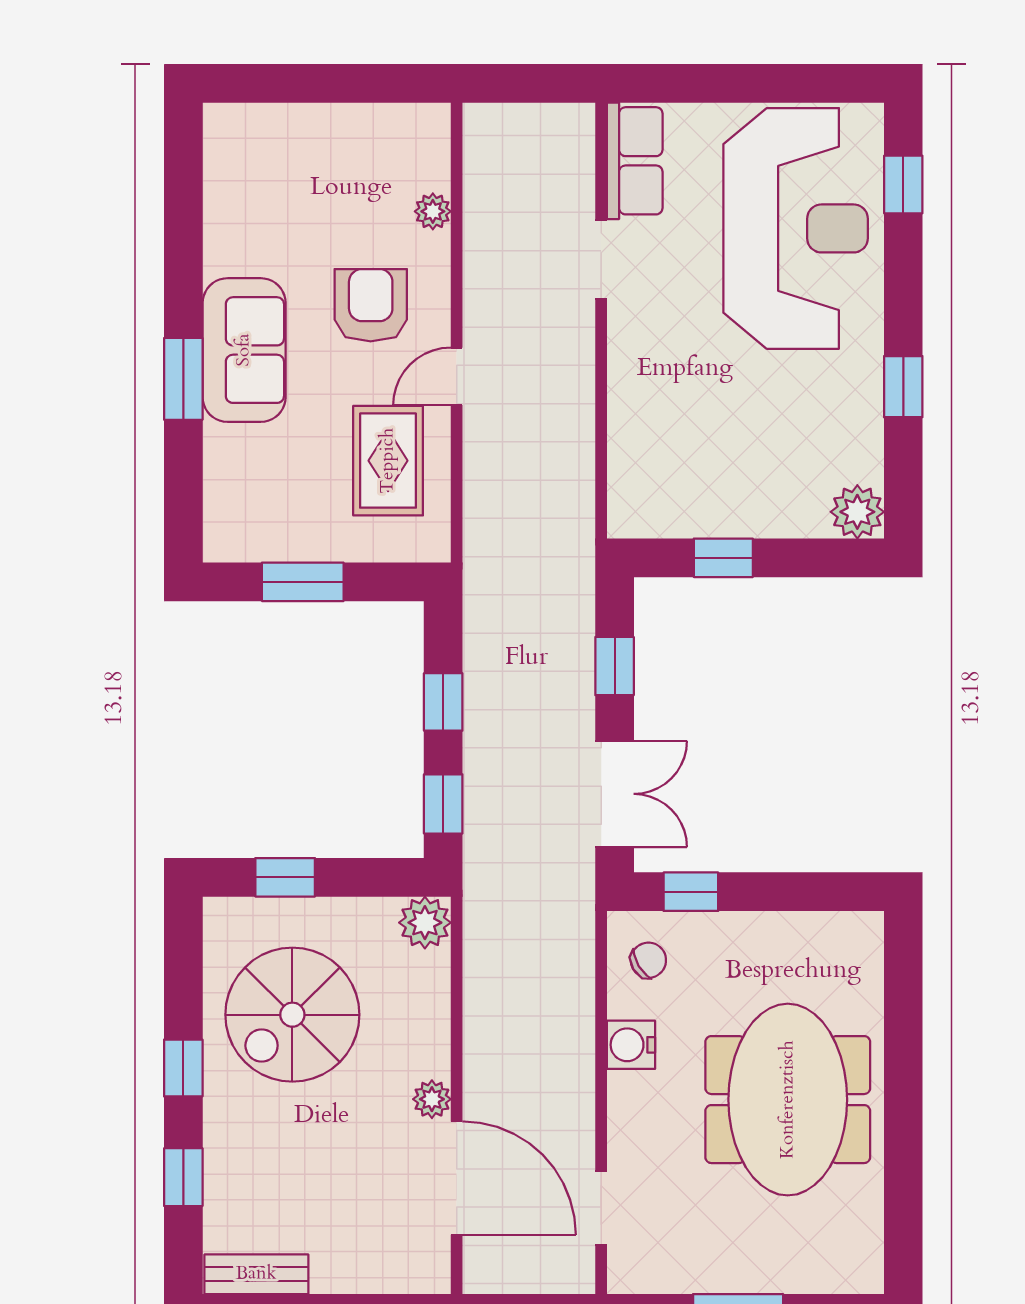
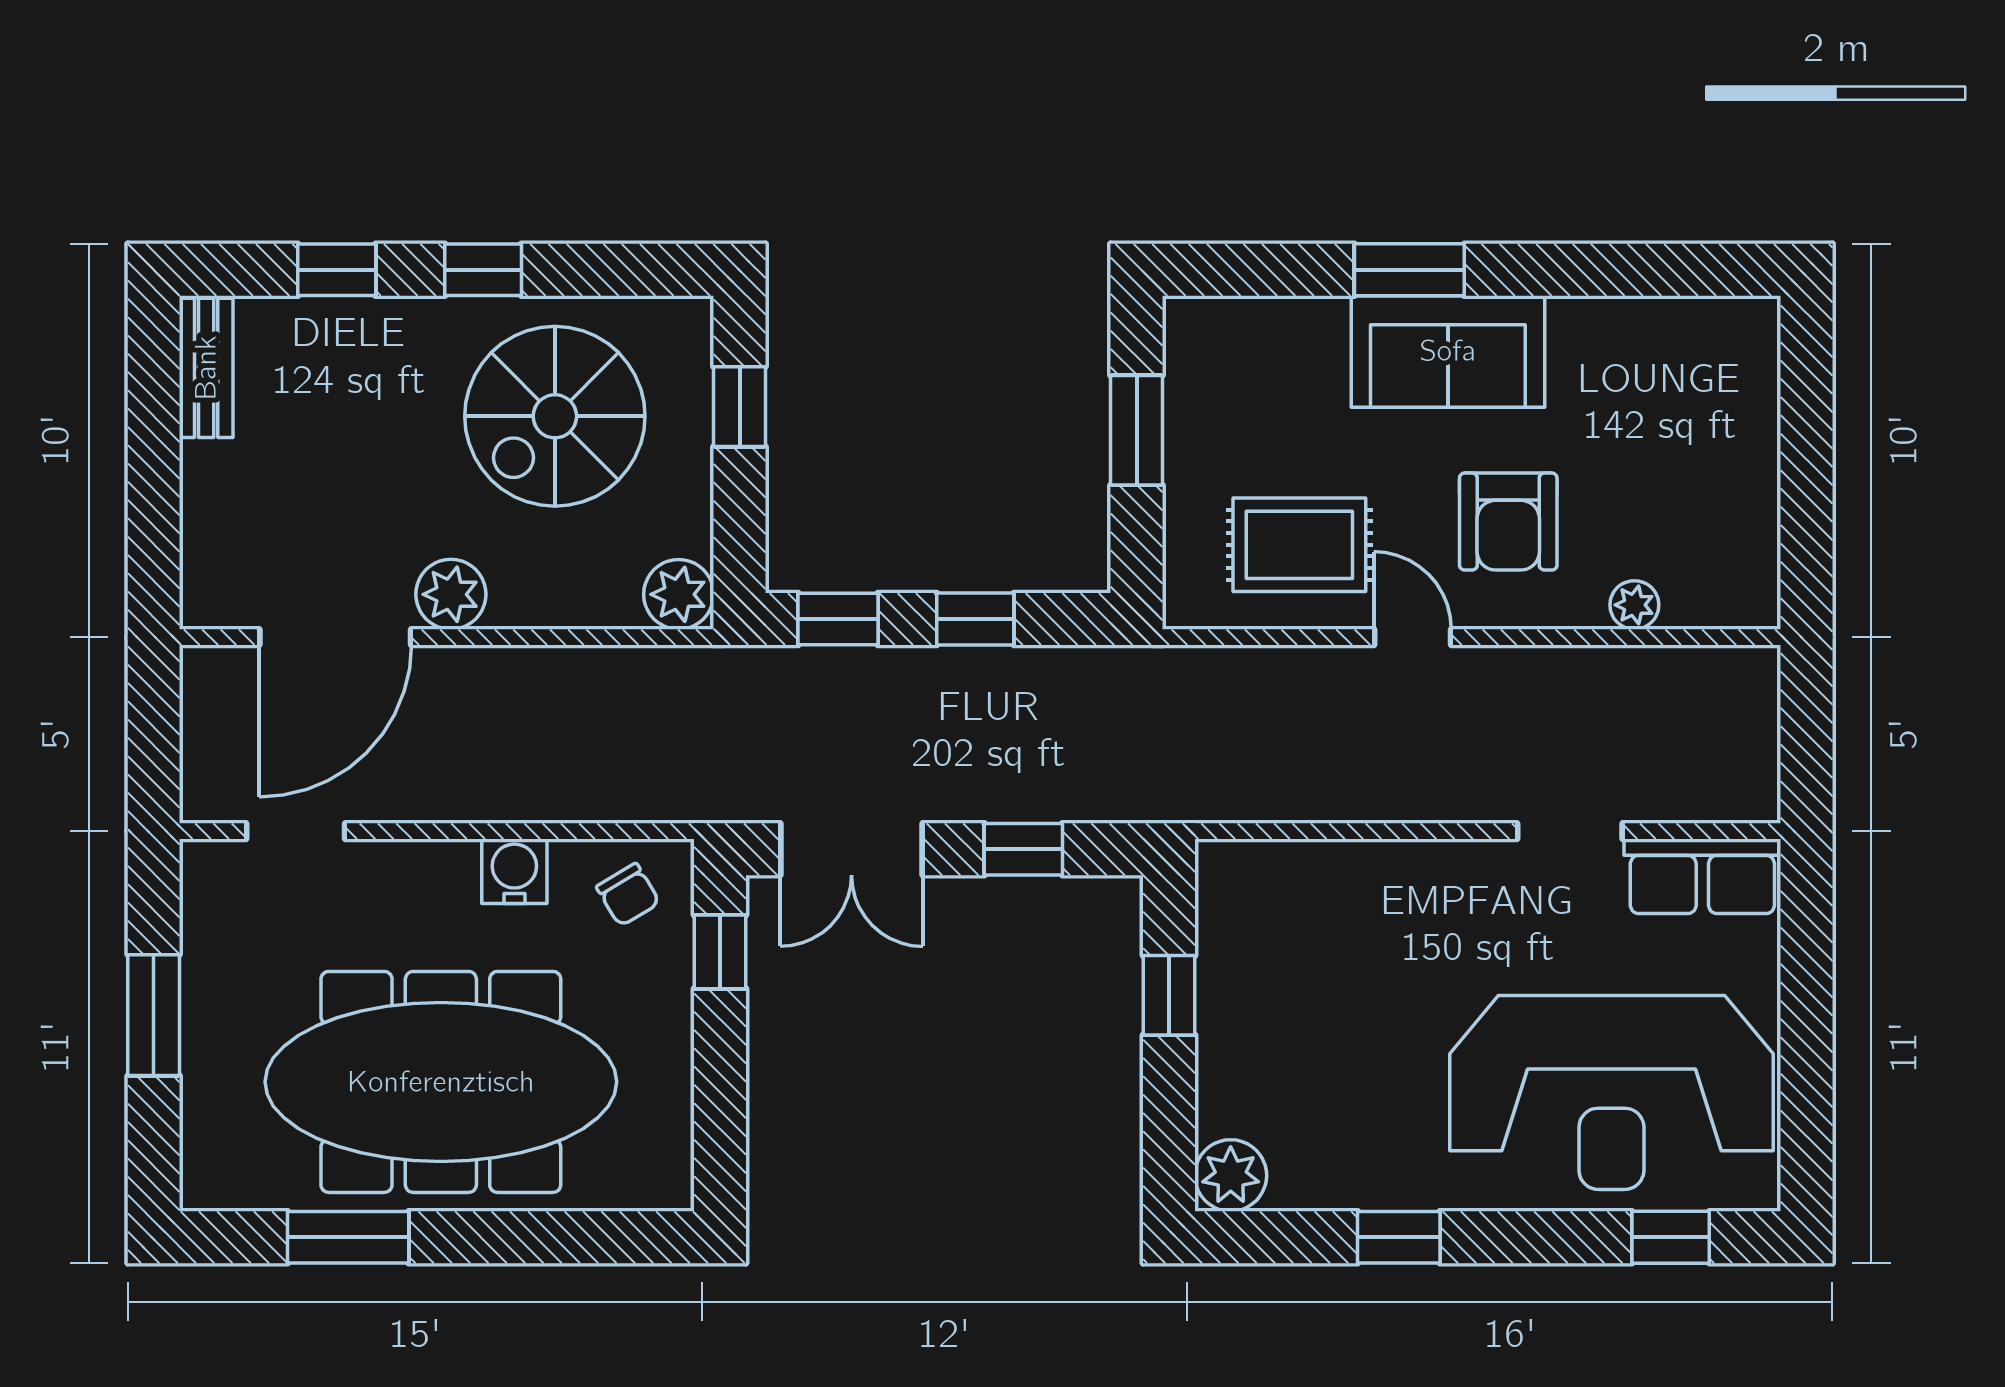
armchair: (371, 305) -> (1508, 522), turned 90
spiral stairs: (292, 1015) -> (555, 416), turned -90
plant: (432, 1099) -> (451, 594), width x1.38, depth x1.38
meeting table: (788, 1100) -> (441, 1082), width x1.36
window: (903, 1169) -> (348, 1237), added

